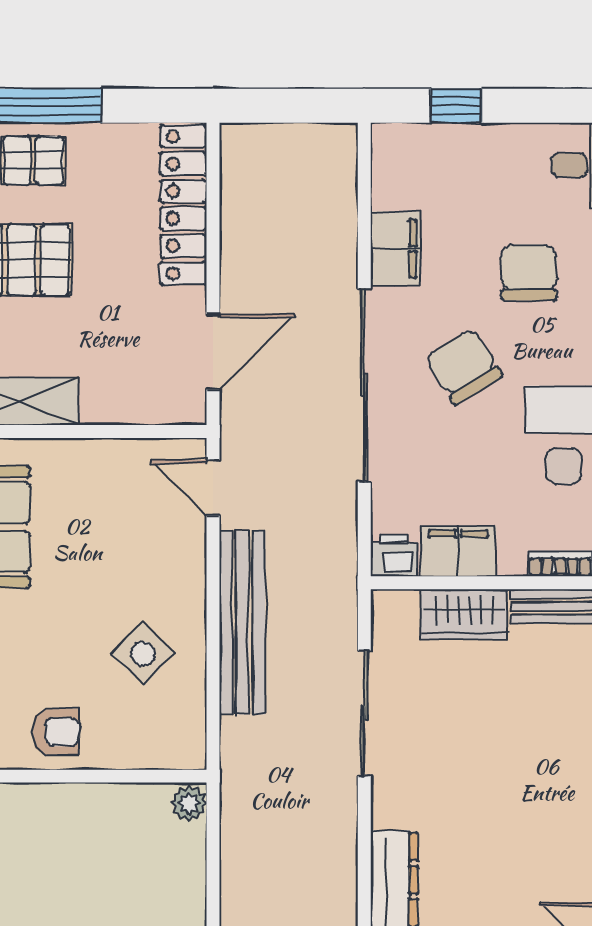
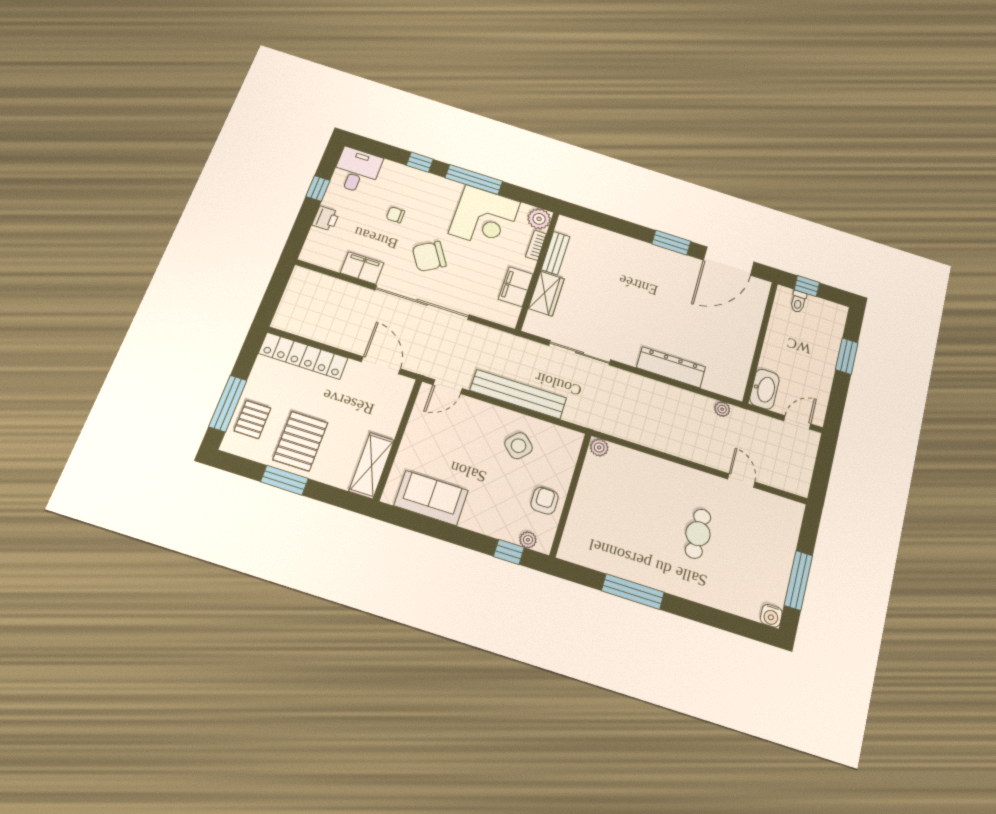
window: (456, 106) -> (318, 189), moved
chair: (529, 273) -> (395, 215), width x0.54, depth x0.54
printer: (394, 555) -> (326, 218), moved, turned 180

